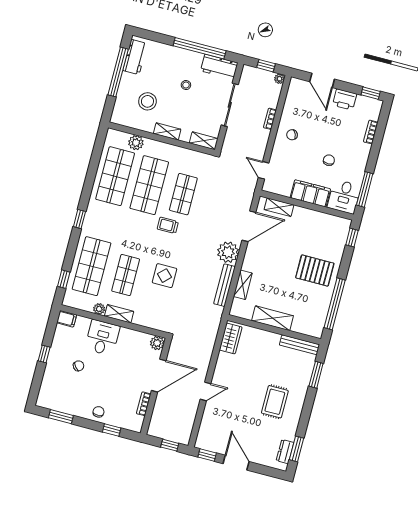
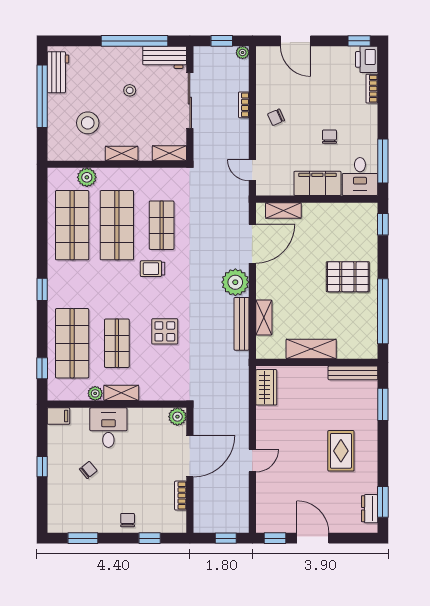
printer: (345, 99) -> (367, 59), moved, turned 90

